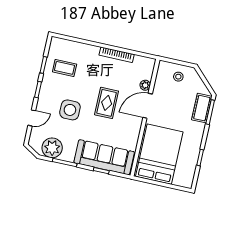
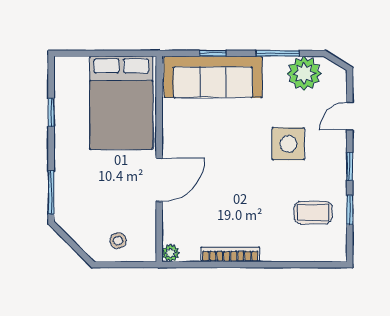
plant: (145, 85) -> (171, 253), moved
rug: (107, 103) -> (229, 169), removed
cot: (202, 108) -> (67, 196), removed

